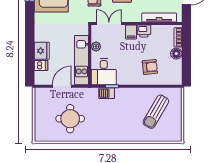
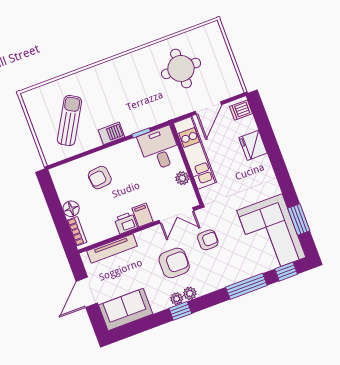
dishwasher: (41, 65) -> (241, 110), moved
barbecue: (107, 93) -> (111, 133), moved

